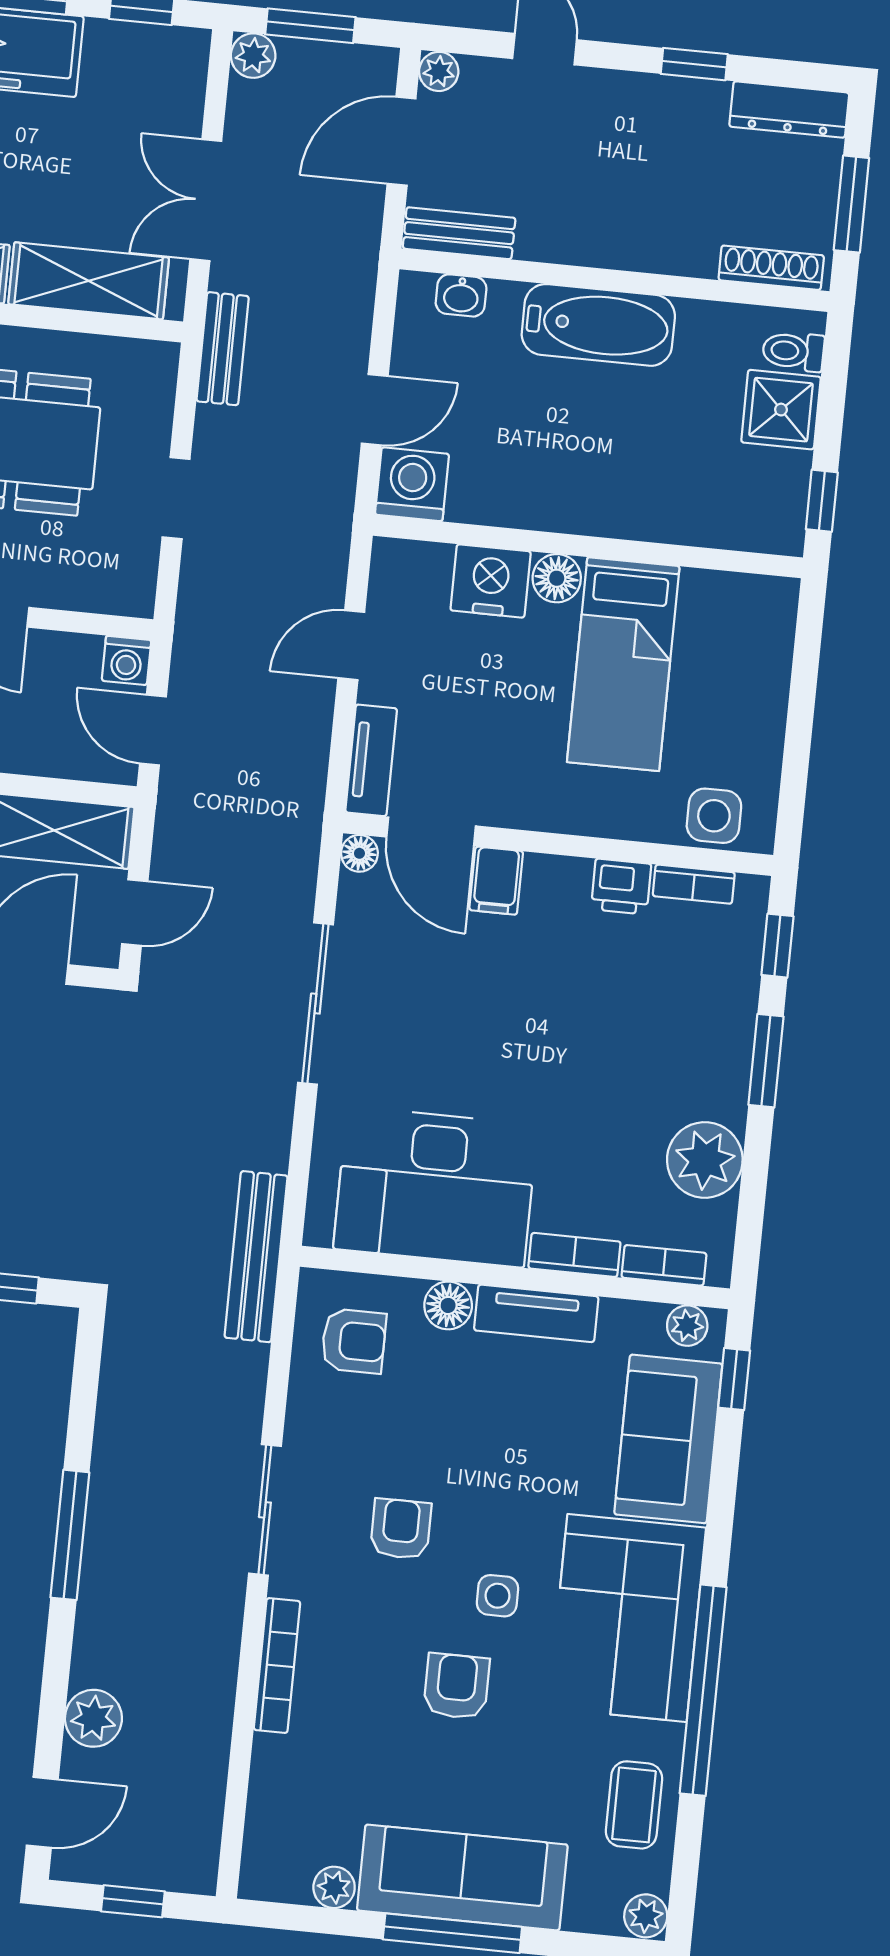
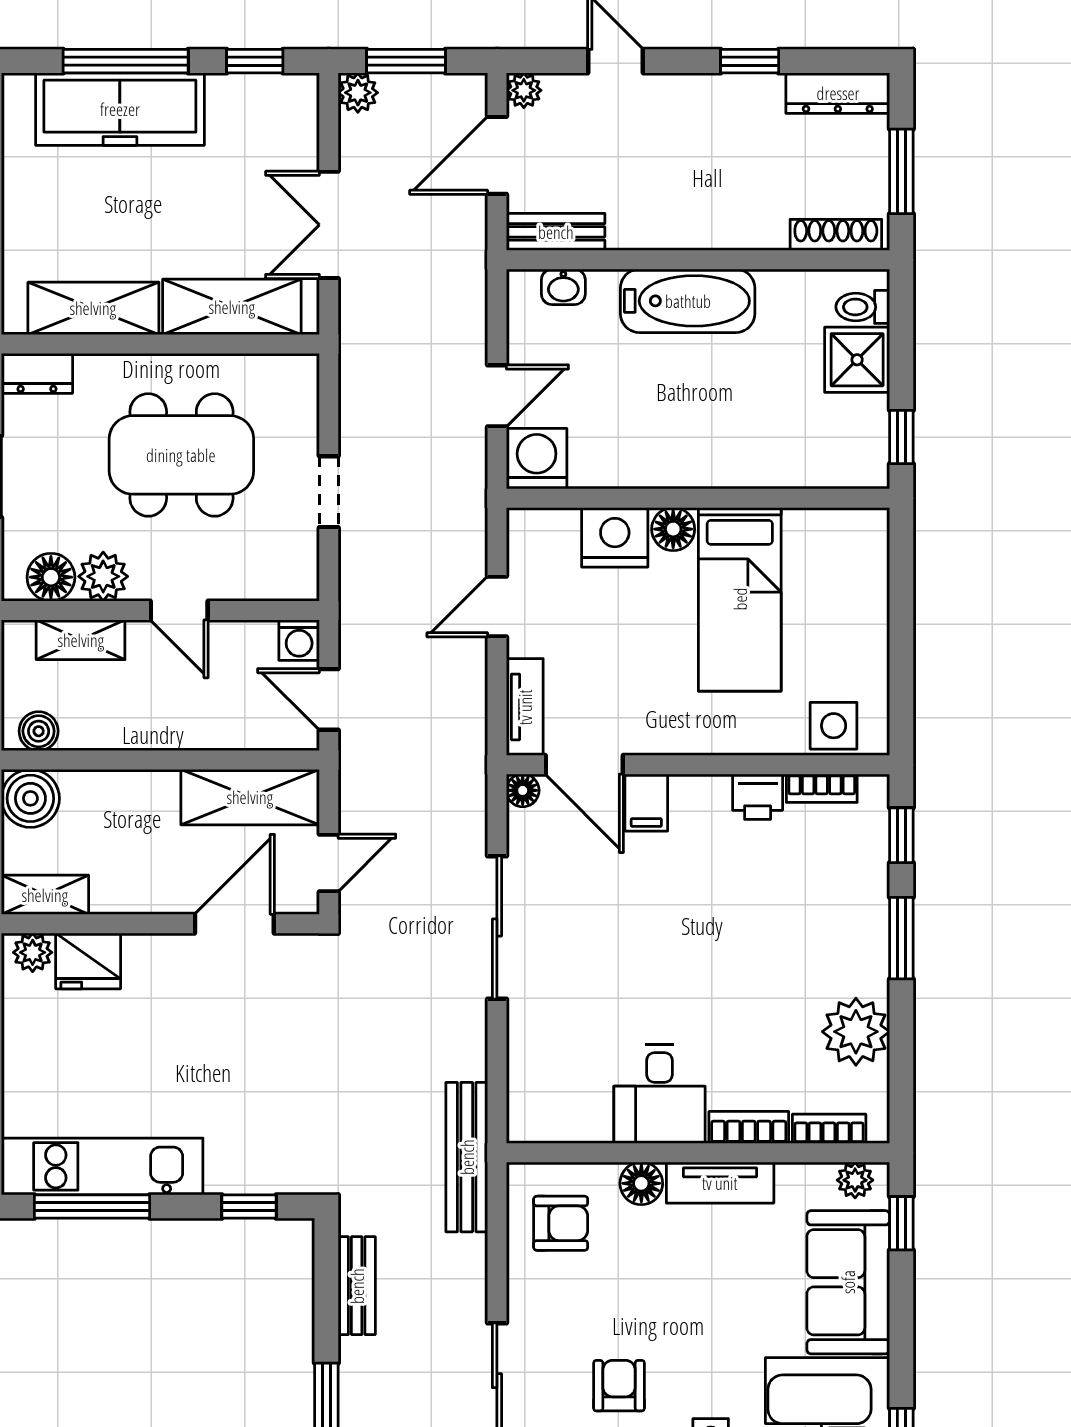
bench: (223, 349) -> (357, 1286), moved
desk: (436, 1187) -> (659, 1094), width x0.53, depth x0.77

